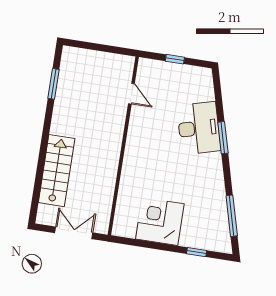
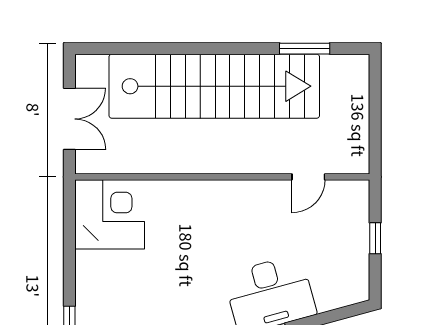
stairs: (57, 171) -> (214, 86), width x1.86, depth x1.51
corner desk: (160, 221) -> (110, 214), moved

